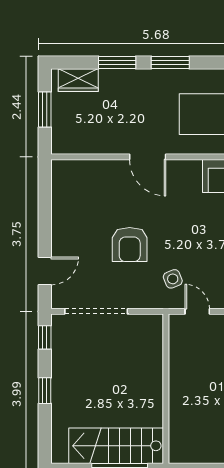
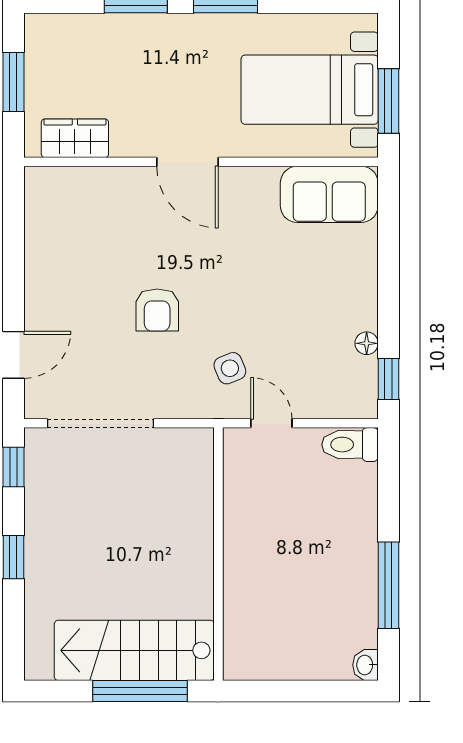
wardrobe: (78, 80) -> (75, 138), moved, turned 180
armchair: (130, 244) -> (157, 310), width x0.72, depth x0.72

